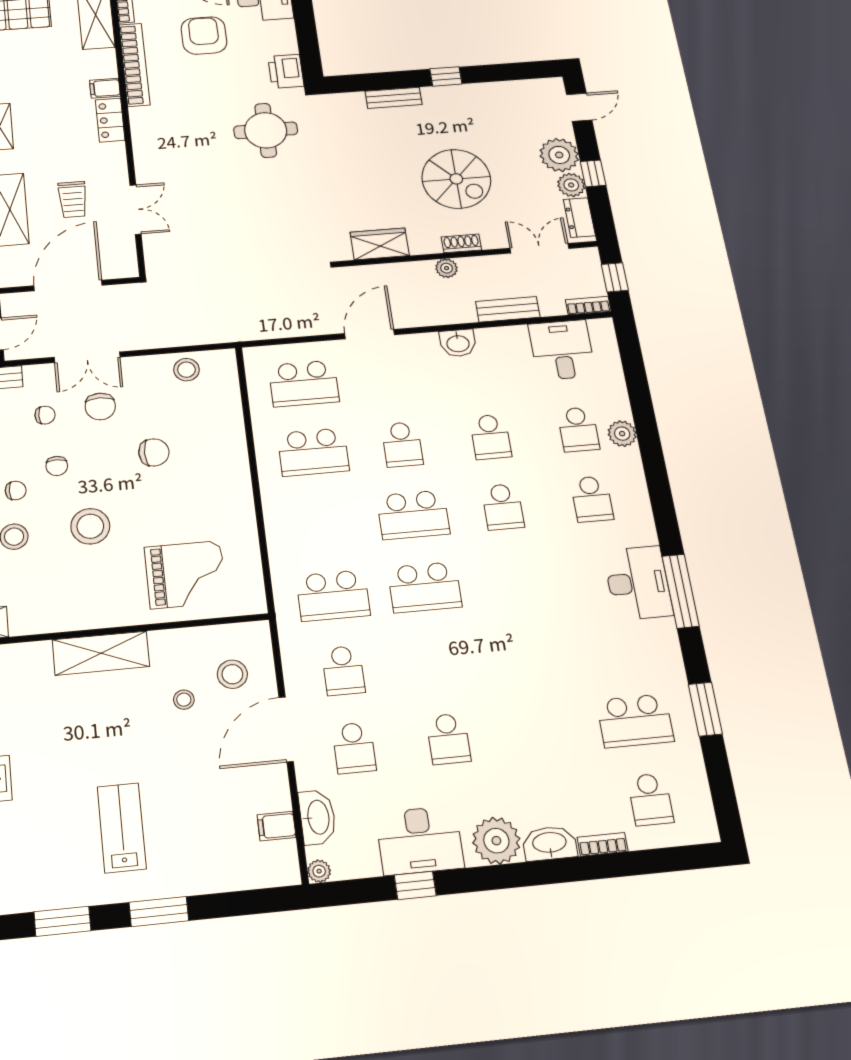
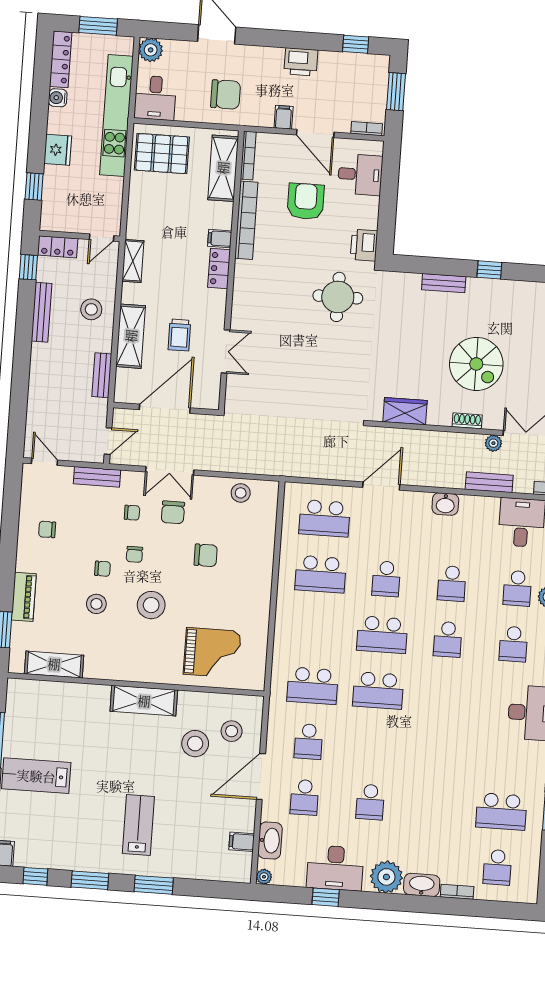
plant: (447, 268) -> (493, 443), moved
stool: (184, 700) -> (195, 744), width x1.89, depth x1.89

